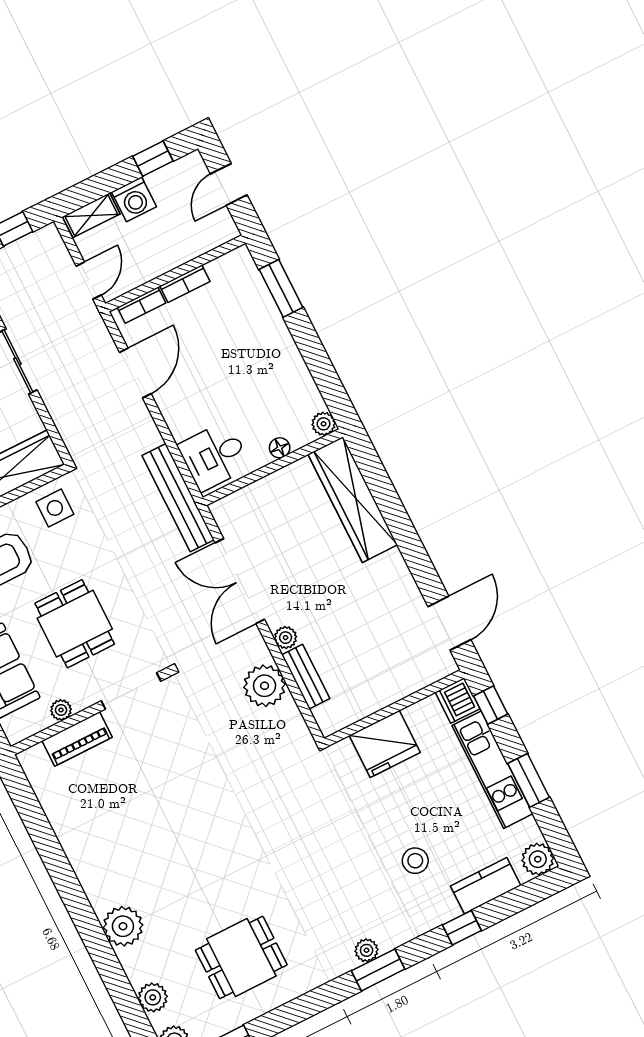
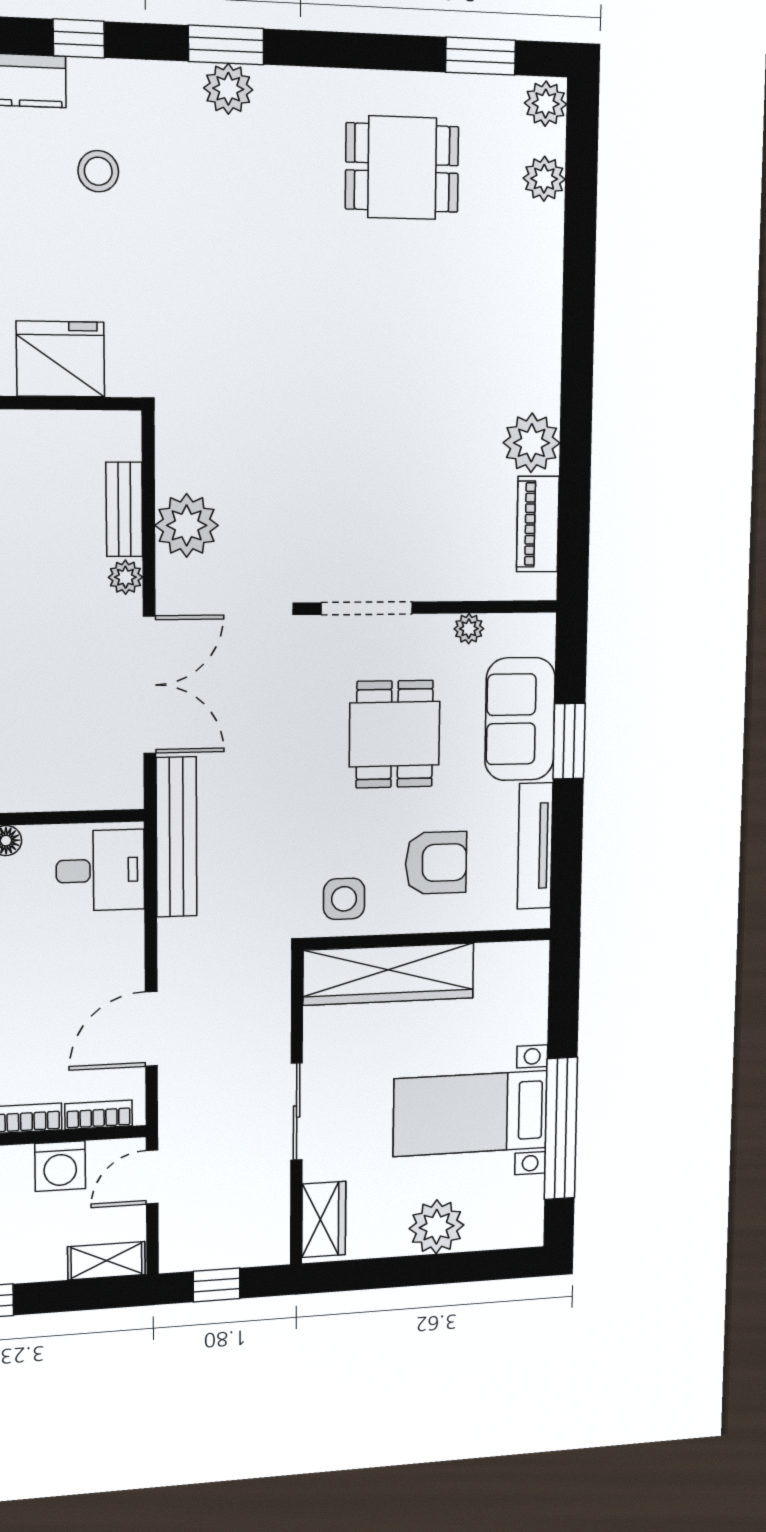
washing machine: (134, 199) -> (60, 1166), moved, turned 180
piano: (77, 739) -> (538, 524), moved, turned -90
plant: (123, 926) -> (531, 443), moved
plant: (367, 950) -> (228, 89), width x1.38, depth x1.38

